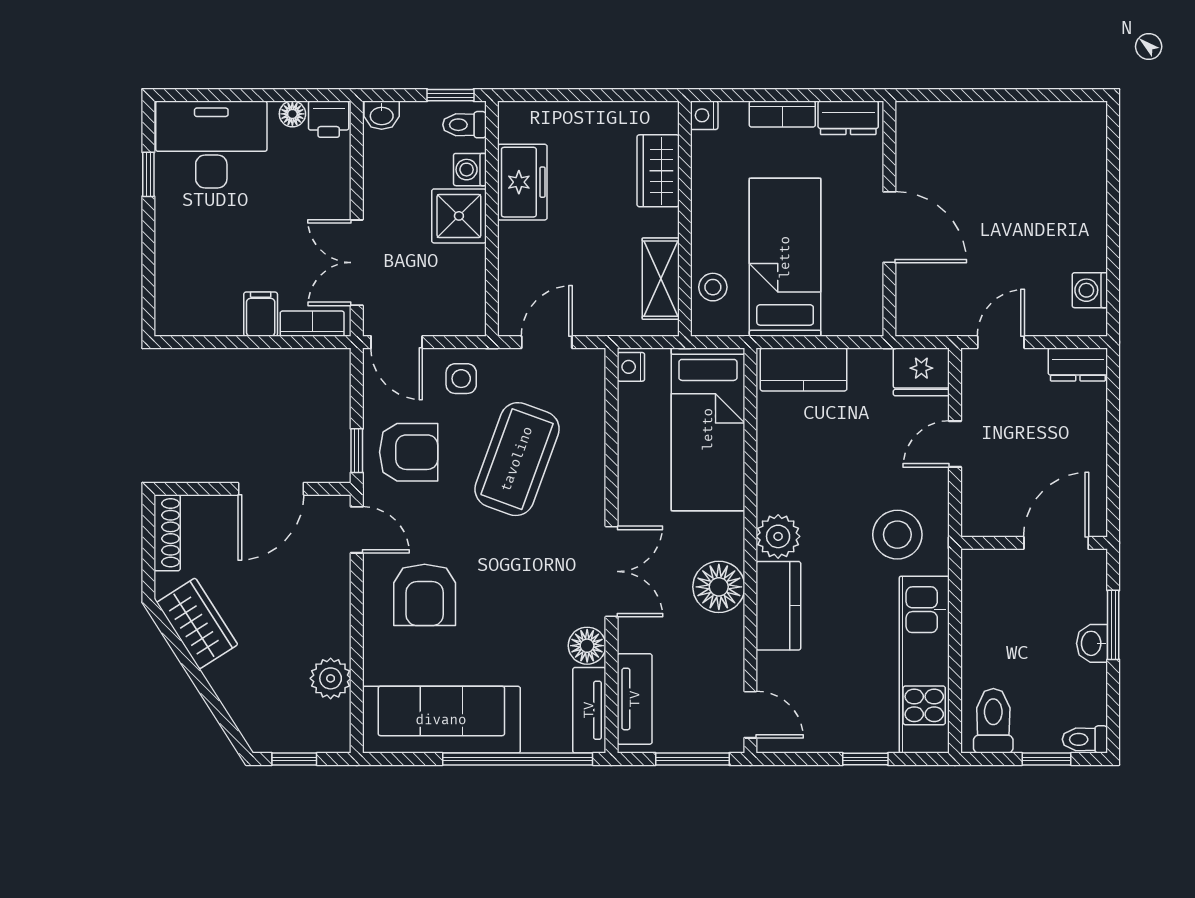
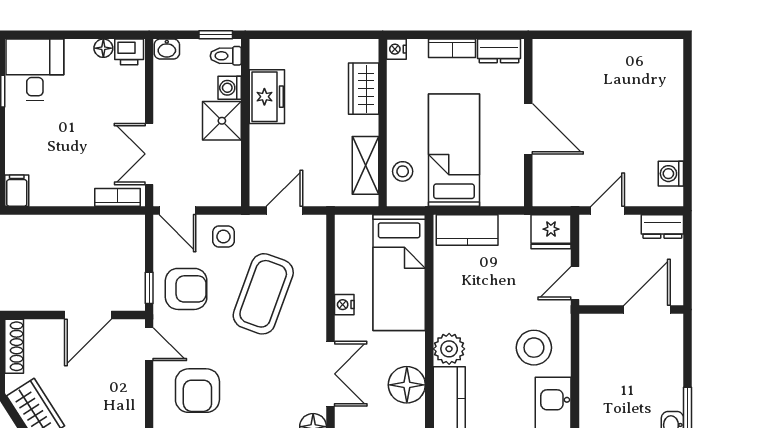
desk: (211, 144) -> (35, 70), width x0.73
filing cabinet: (261, 314) -> (17, 191), moved
nightstand: (631, 367) -> (344, 305), moved
wall: (1034, 543) -> (631, 309), moved
door: (1056, 543) -> (647, 309), moved

